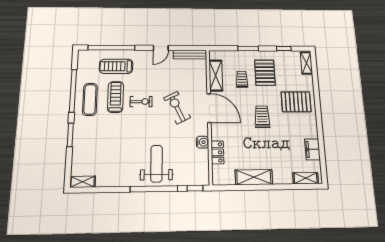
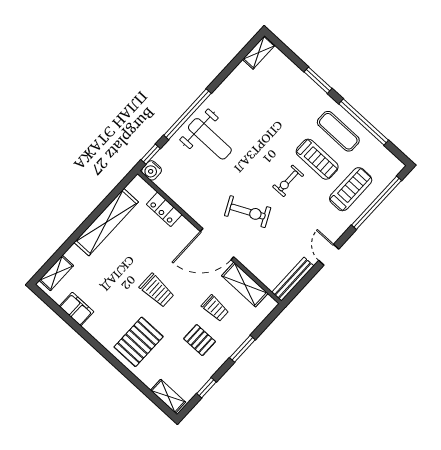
pallet: (265, 73) -> (200, 340), width x0.67, depth x0.71
water cooler: (203, 142) -> (152, 170), moved
shelving: (254, 177) -> (106, 222), width x1.47

